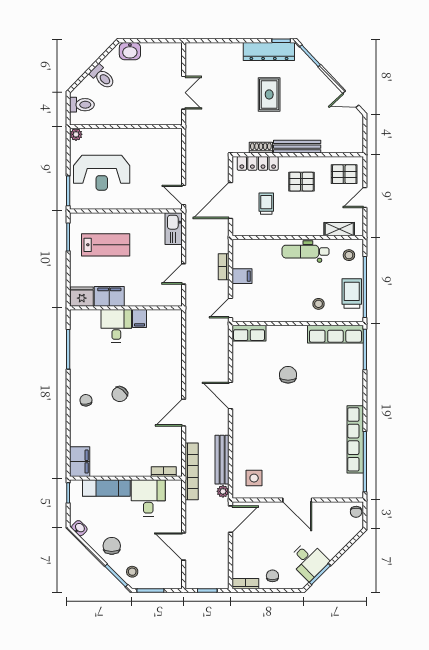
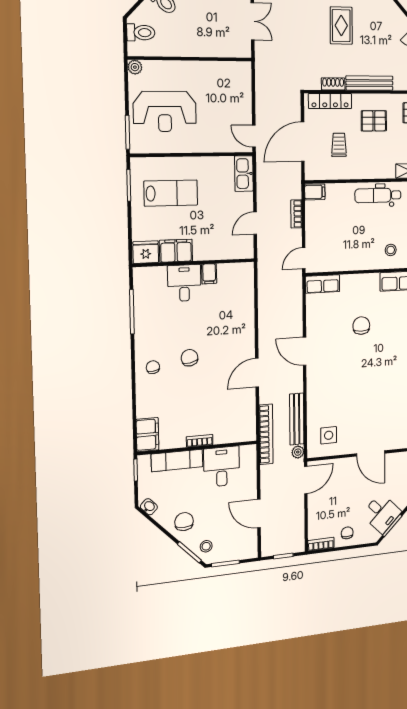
filing cabinet: (242, 276) -> (315, 192), moved
chair: (120, 394) -> (189, 358), turned 132
bookcase: (164, 472) -> (200, 441), moved

